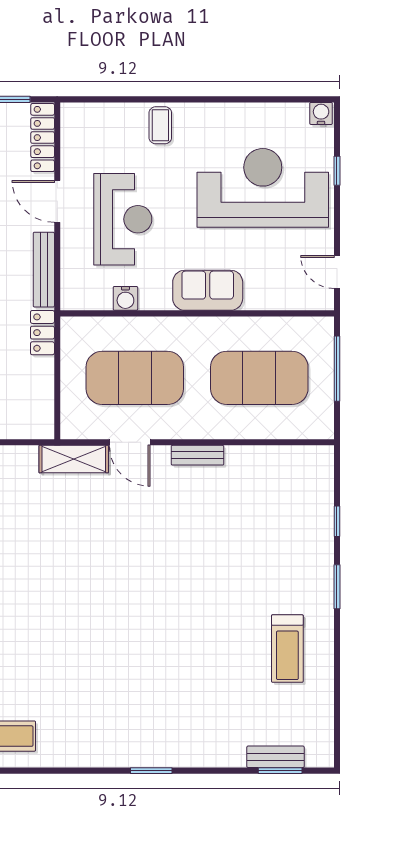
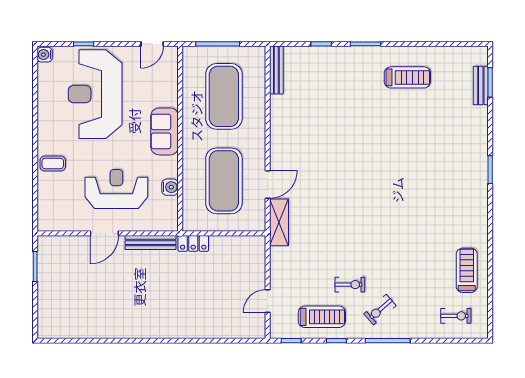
locker: (43, 138) -> (61, 243), removed
bench: (197, 455) -> (276, 70), moved, width x1.36

